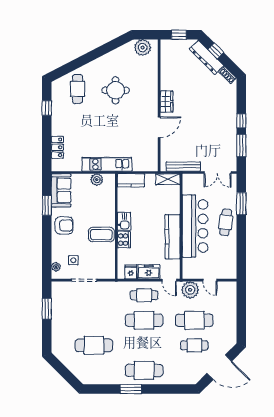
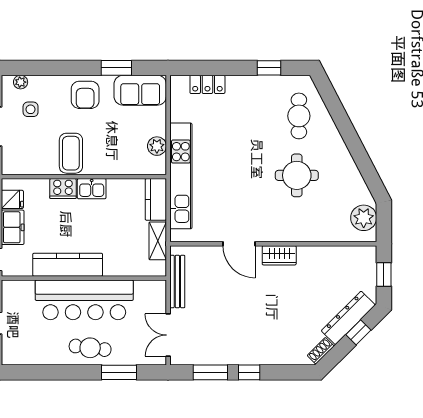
cafe table: (78, 89) -> (299, 116), turned 90
kitchen unit: (107, 164) -> (181, 176), width x1.36
shelving: (168, 179) -> (158, 241), moved

